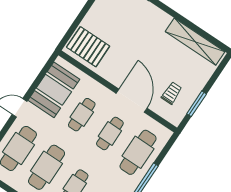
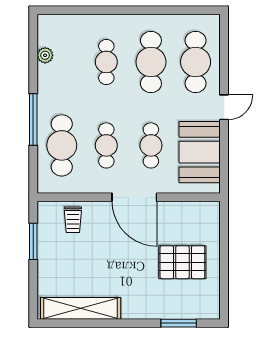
pallet: (88, 47) -> (182, 262), moved
trolley: (172, 93) -> (73, 220), moved
door: (132, 101) -> (134, 197), moved

